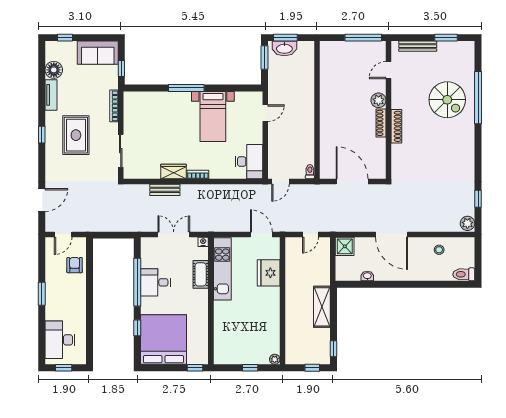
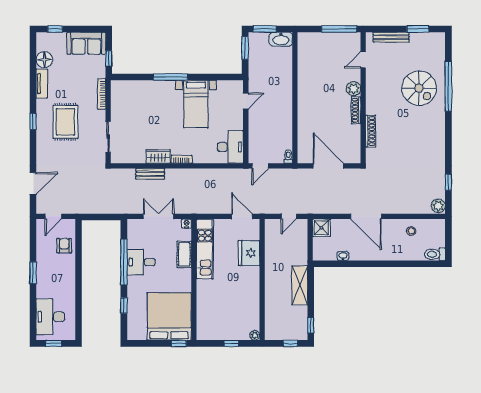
washbasin: (284, 48) -> (281, 39), moved
shoe rack: (396, 126) -> (371, 131), moved
bed: (164, 340) -> (169, 316), moved

